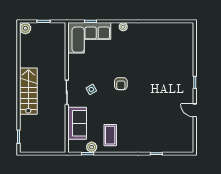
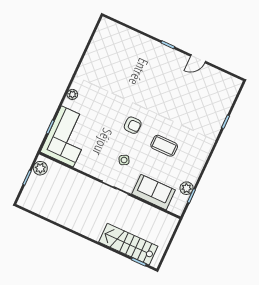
plant: (25, 28) -> (40, 168), moved
stairs: (28, 91) -> (128, 244), moved
coffee table: (110, 135) -> (164, 146), moved

